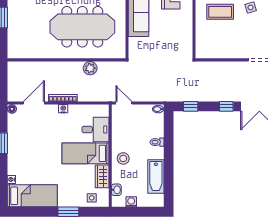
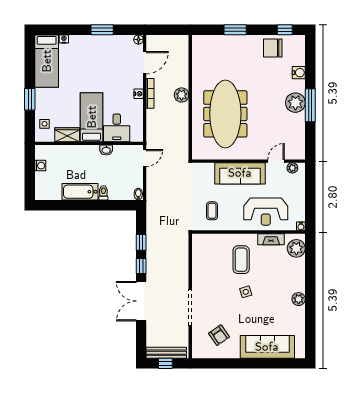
coffee table: (174, 39) -> (212, 211), added
plant: (90, 68) -> (182, 95), moved
door: (34, 103) -> (145, 63), hinge flipped
window: (191, 106) -> (141, 242), moved
stool: (123, 158) -> (86, 157), removed
bathtub: (156, 176) -> (80, 192), moved
washbasin: (116, 190) -> (106, 150), moved

